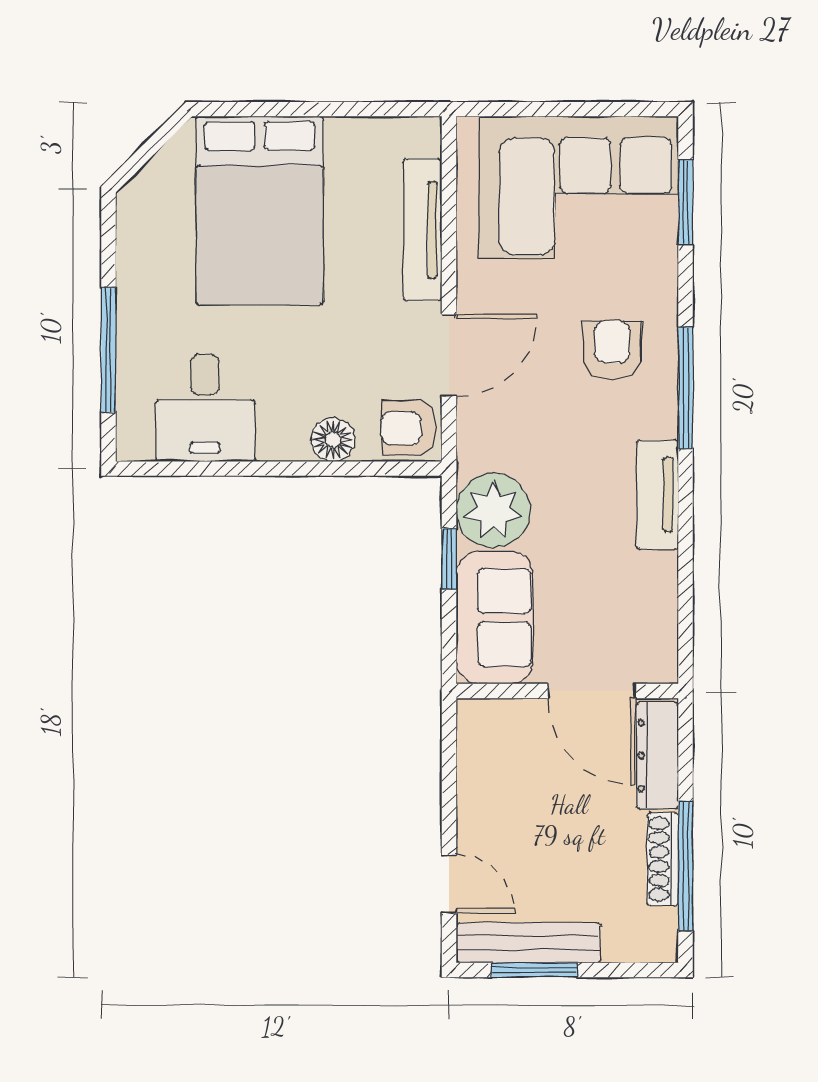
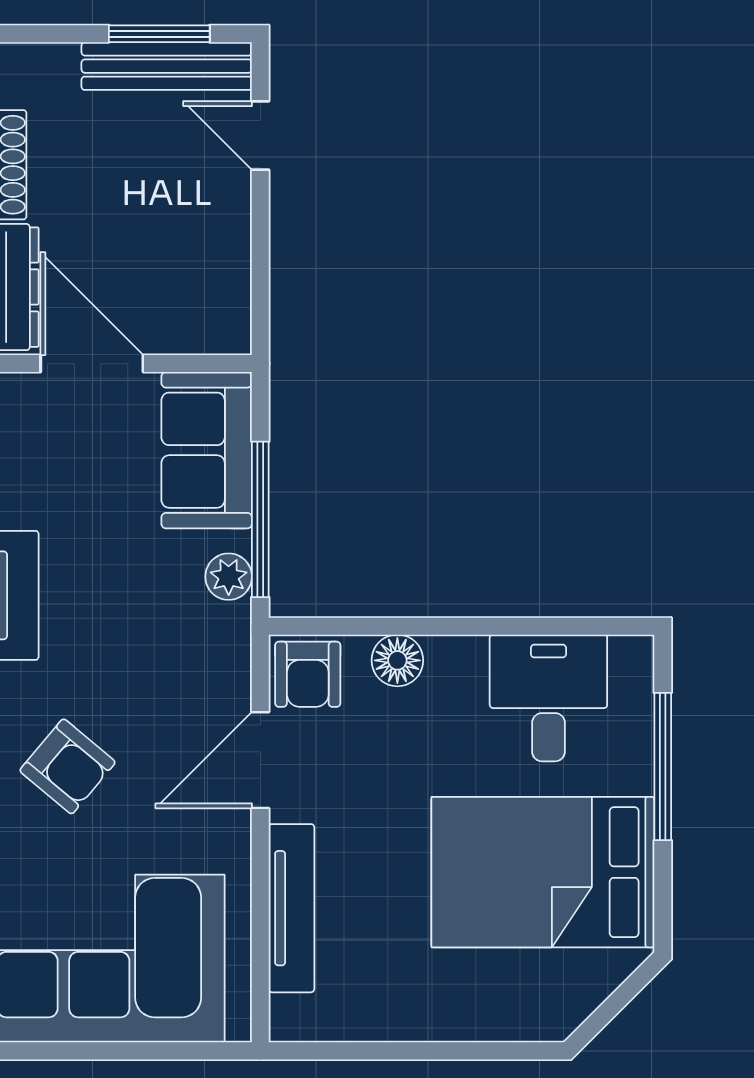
bed: (260, 211) -> (543, 872), moved, turned -90
armchair: (612, 350) -> (68, 766), turned -50
armchair: (409, 428) -> (308, 674), turned 90
plant: (493, 511) -> (229, 577), width x0.53, depth x0.53
window: (449, 559) -> (260, 519), width x2.17

